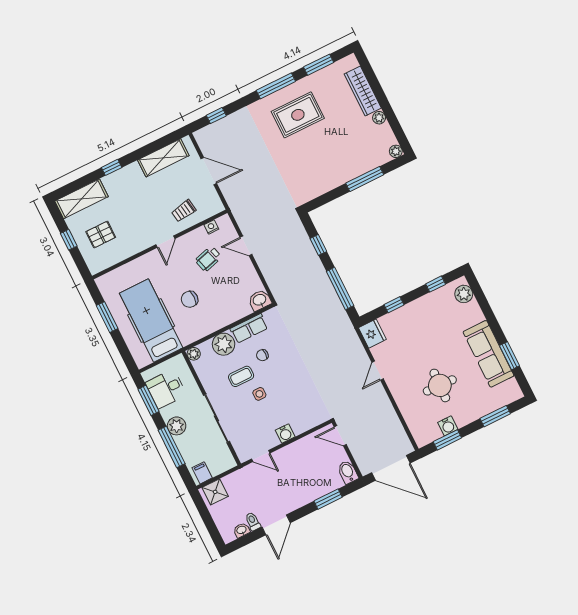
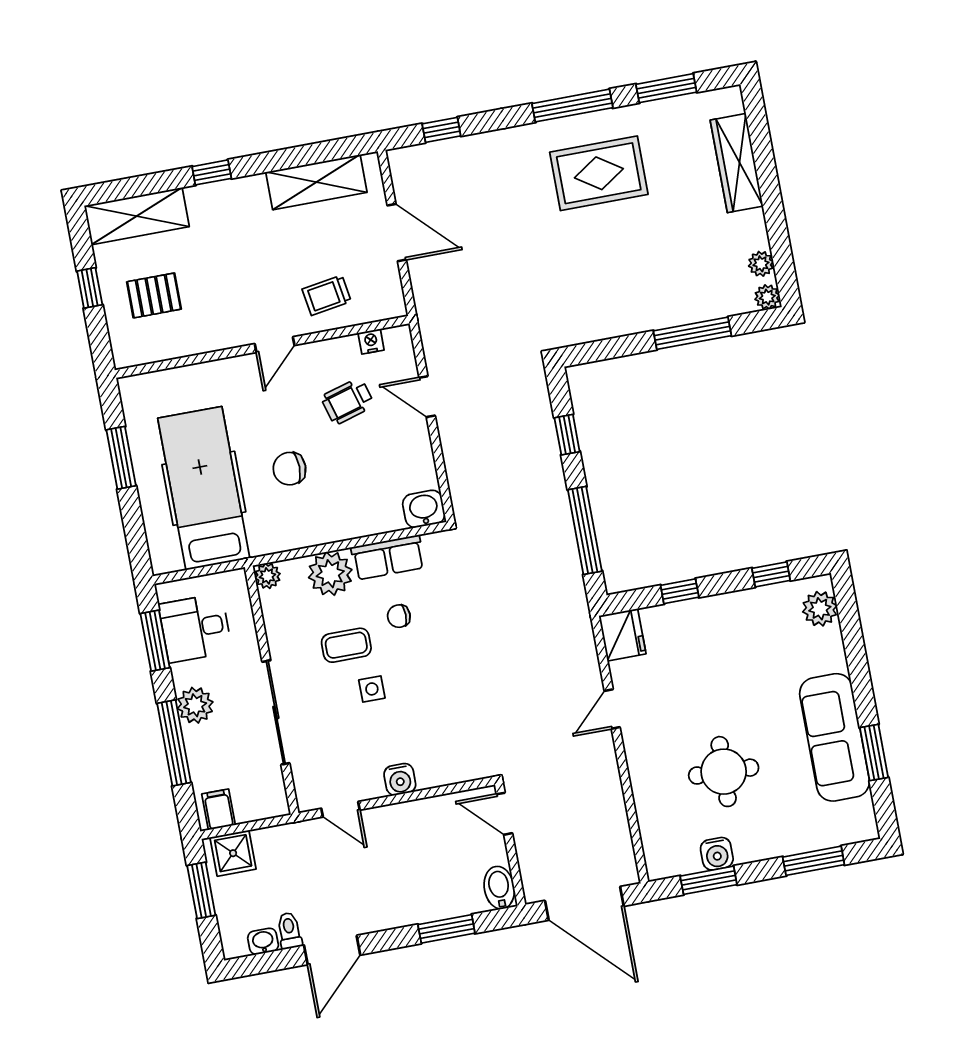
plant: (379, 118) -> (761, 264), moved
window: (205, 514) -> (201, 890), added

